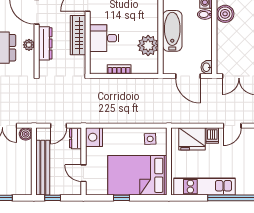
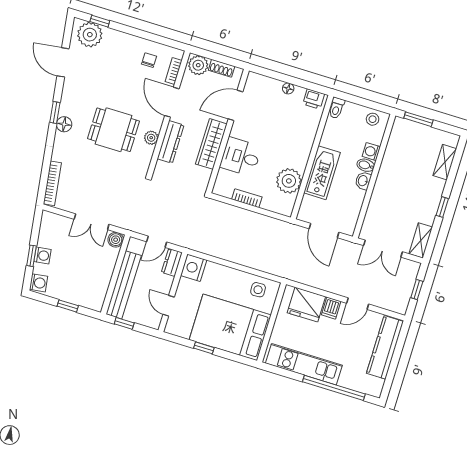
boiler: (225, 14) -> (389, 172), removed
washbasin: (207, 67) -> (363, 181), moved

